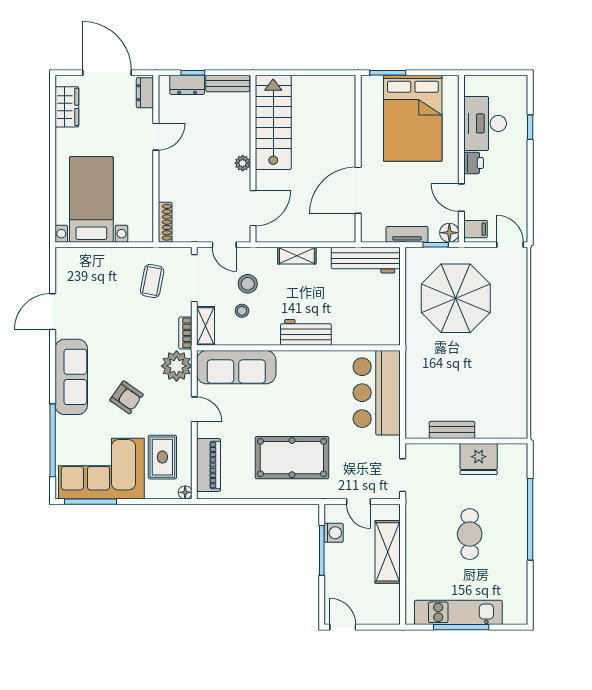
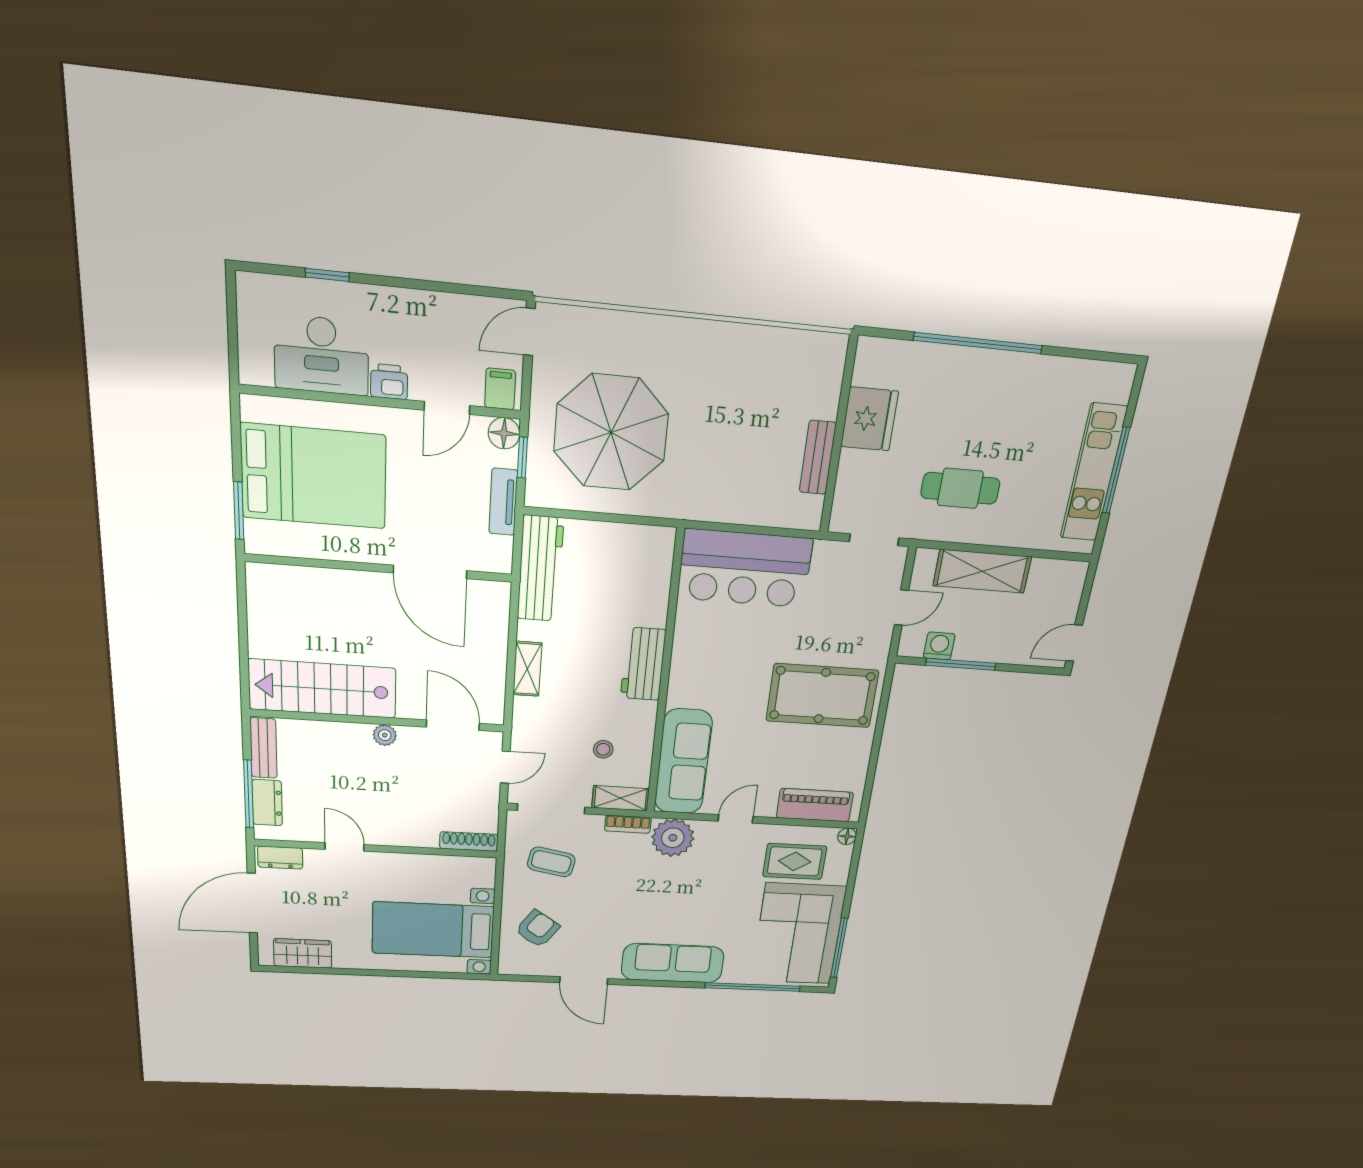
window: (193, 73) -> (249, 794), width x2.17
stool: (248, 284) -> (565, 739), removed
armchair: (127, 397) -> (537, 929), moved
pool table: (292, 458) -> (822, 696), turned 90
cafe table: (470, 534) -> (960, 488), moved

